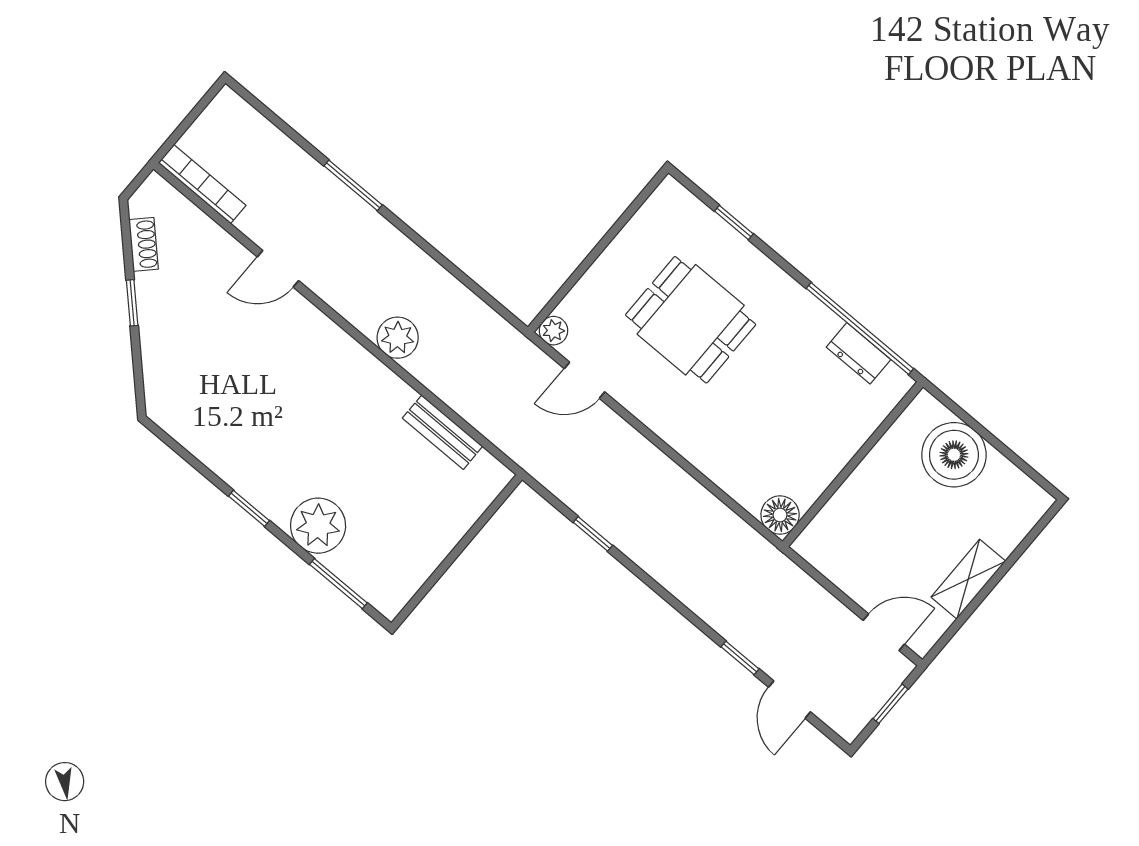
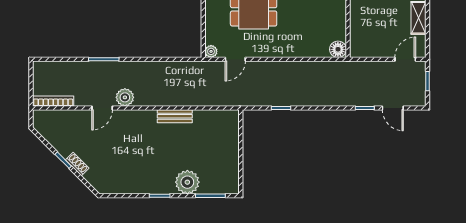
shoe rack: (144, 244) -> (77, 164), moved
plant: (398, 338) -> (125, 97), moved
bench: (443, 432) -> (175, 116), moved

